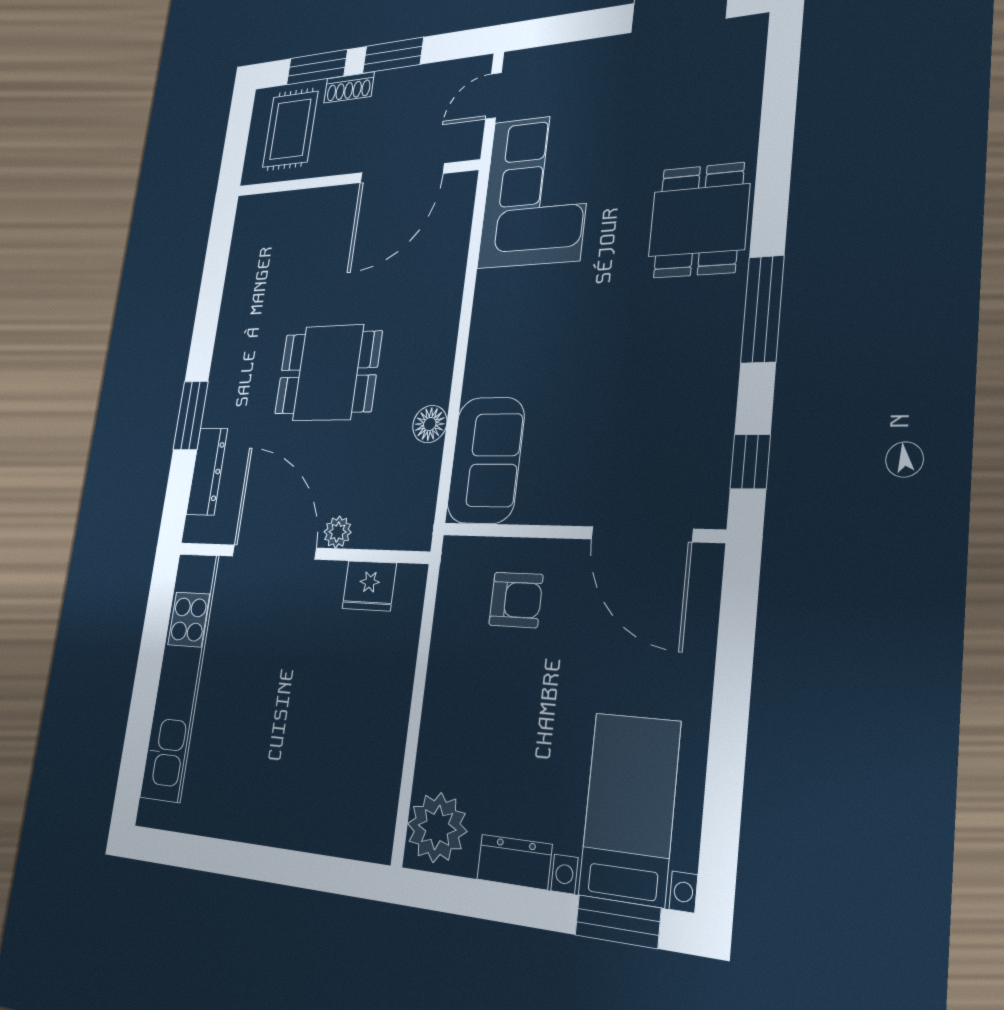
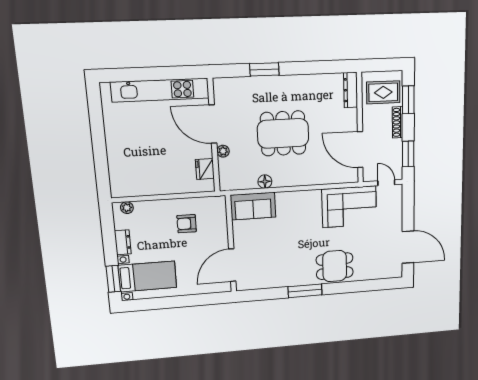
window: (393, 55) -> (408, 154), moved
shoe rack: (349, 87) -> (398, 122), width x1.43
dining table: (328, 373) -> (283, 133), width x1.38
window: (750, 462) -> (257, 295), removed
dresser: (207, 471) -> (351, 90), moved, turned 90
door: (274, 552) -> (213, 124), swing flipped
armchair: (516, 600) -> (187, 224), moved, turned 90
plant: (437, 827) -> (127, 208), width x0.53, depth x0.53

